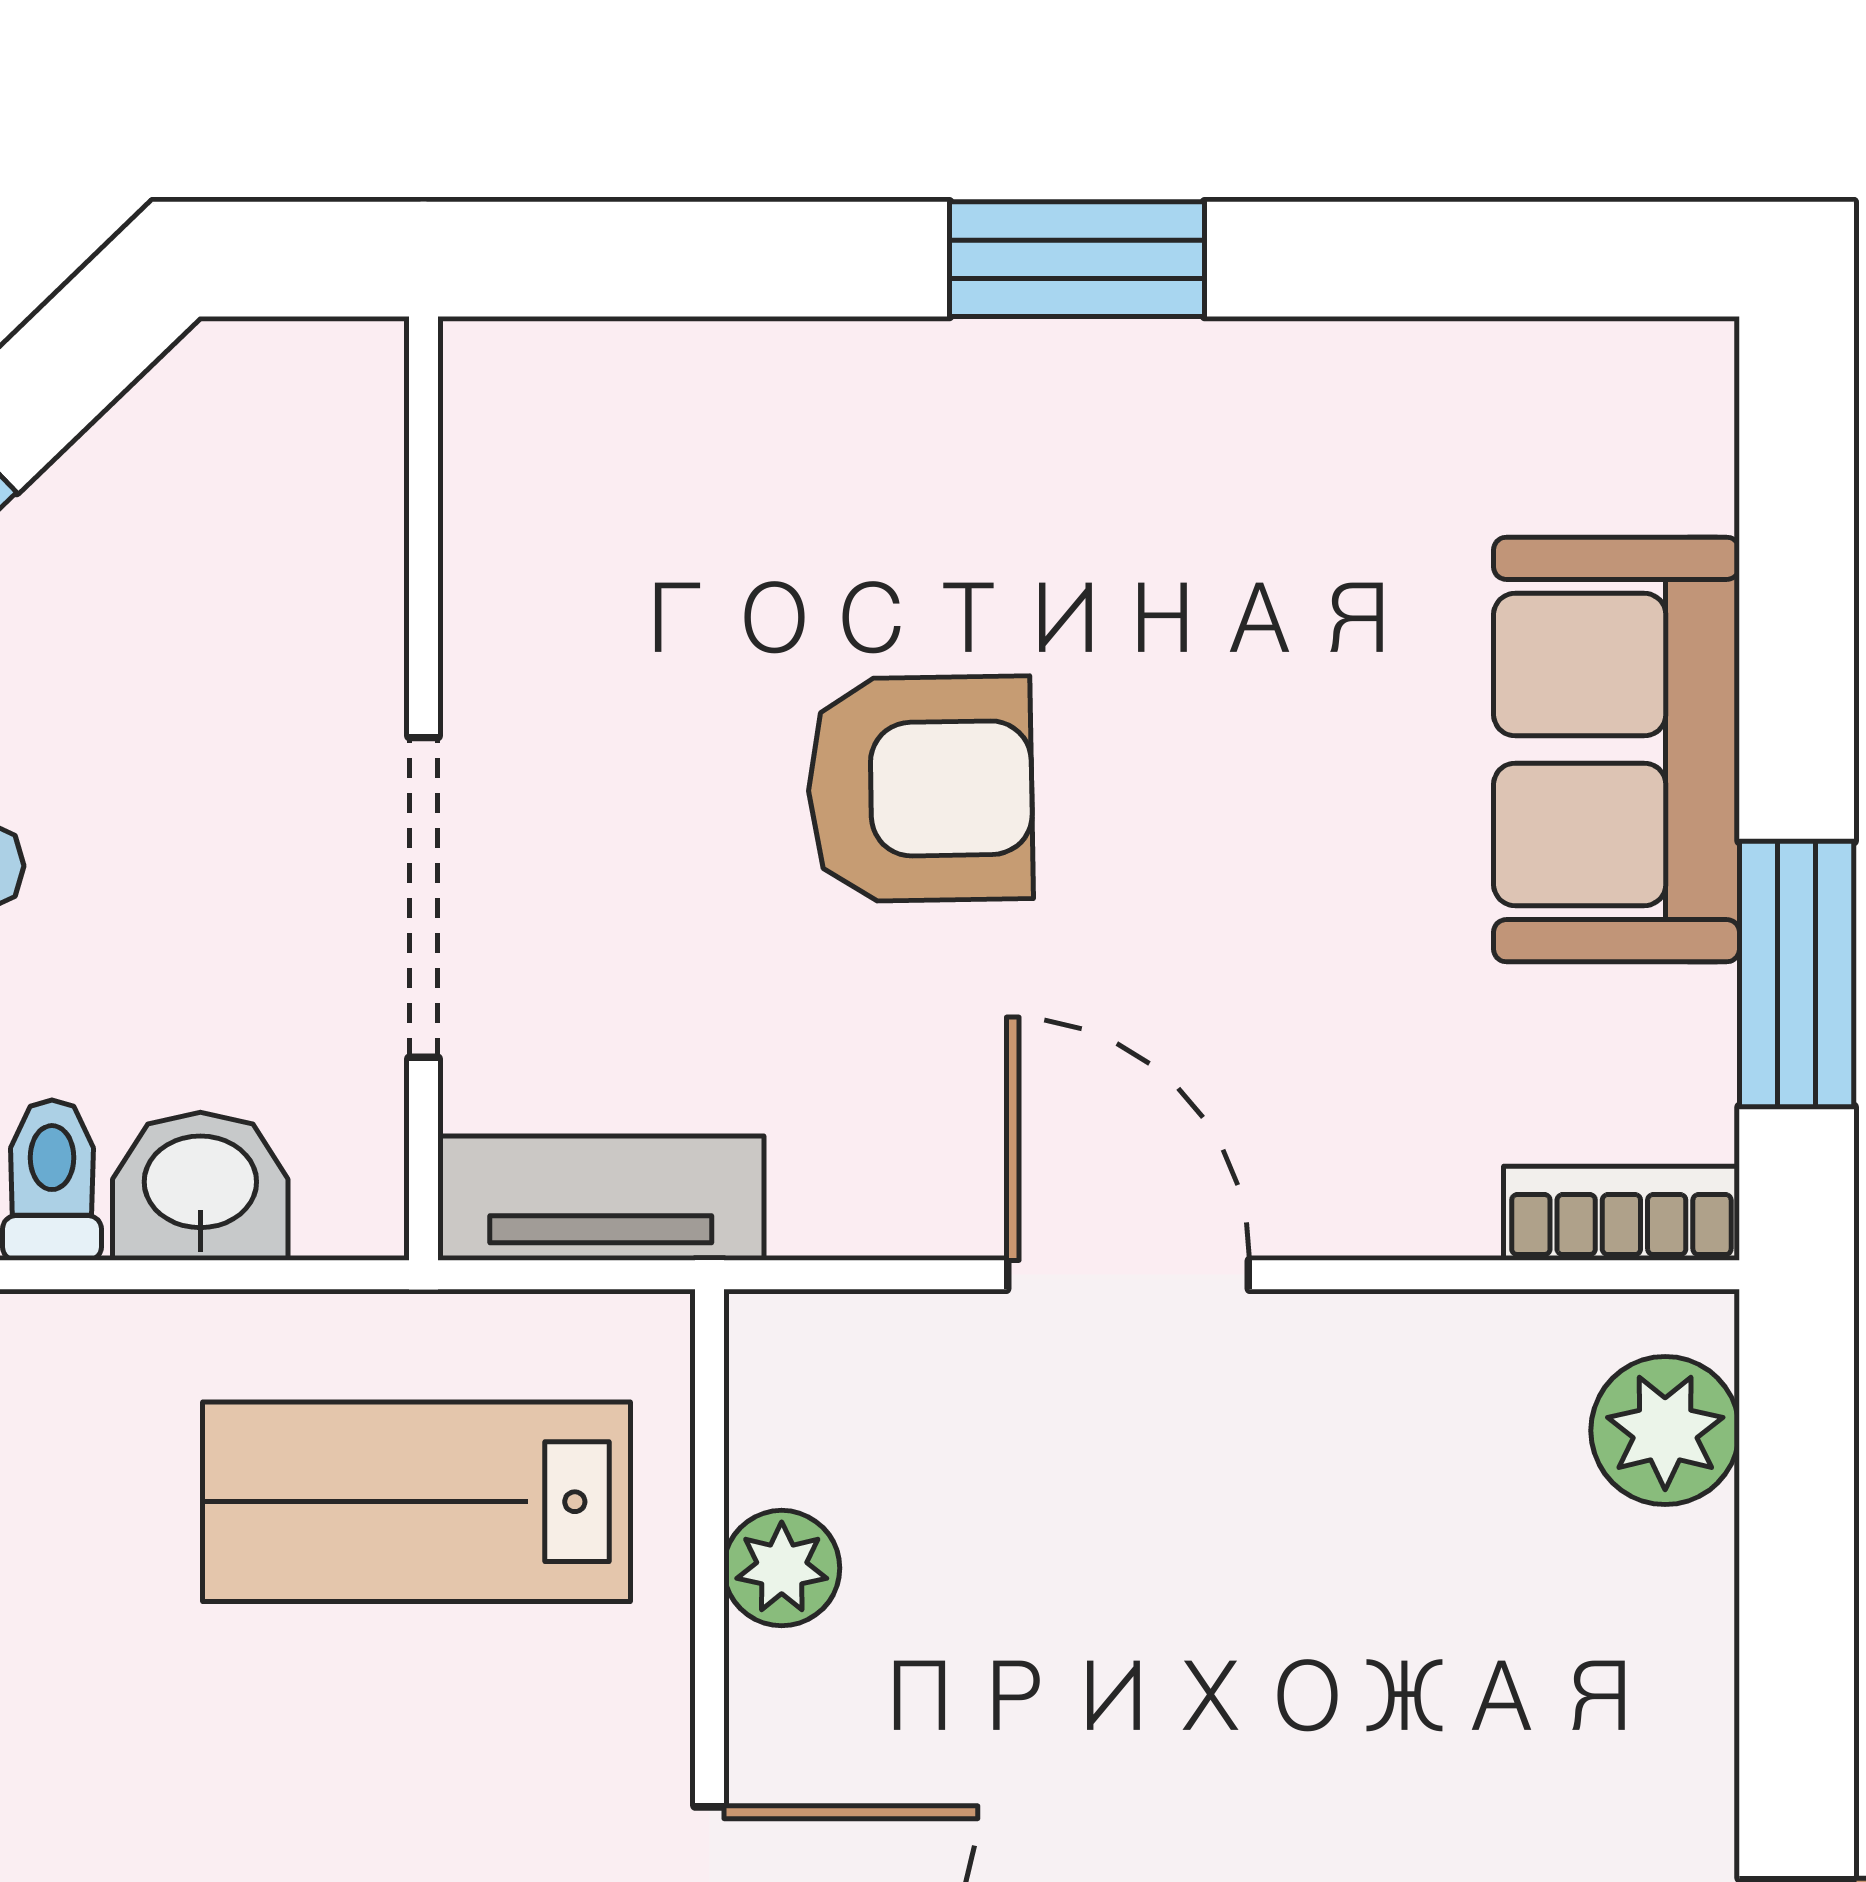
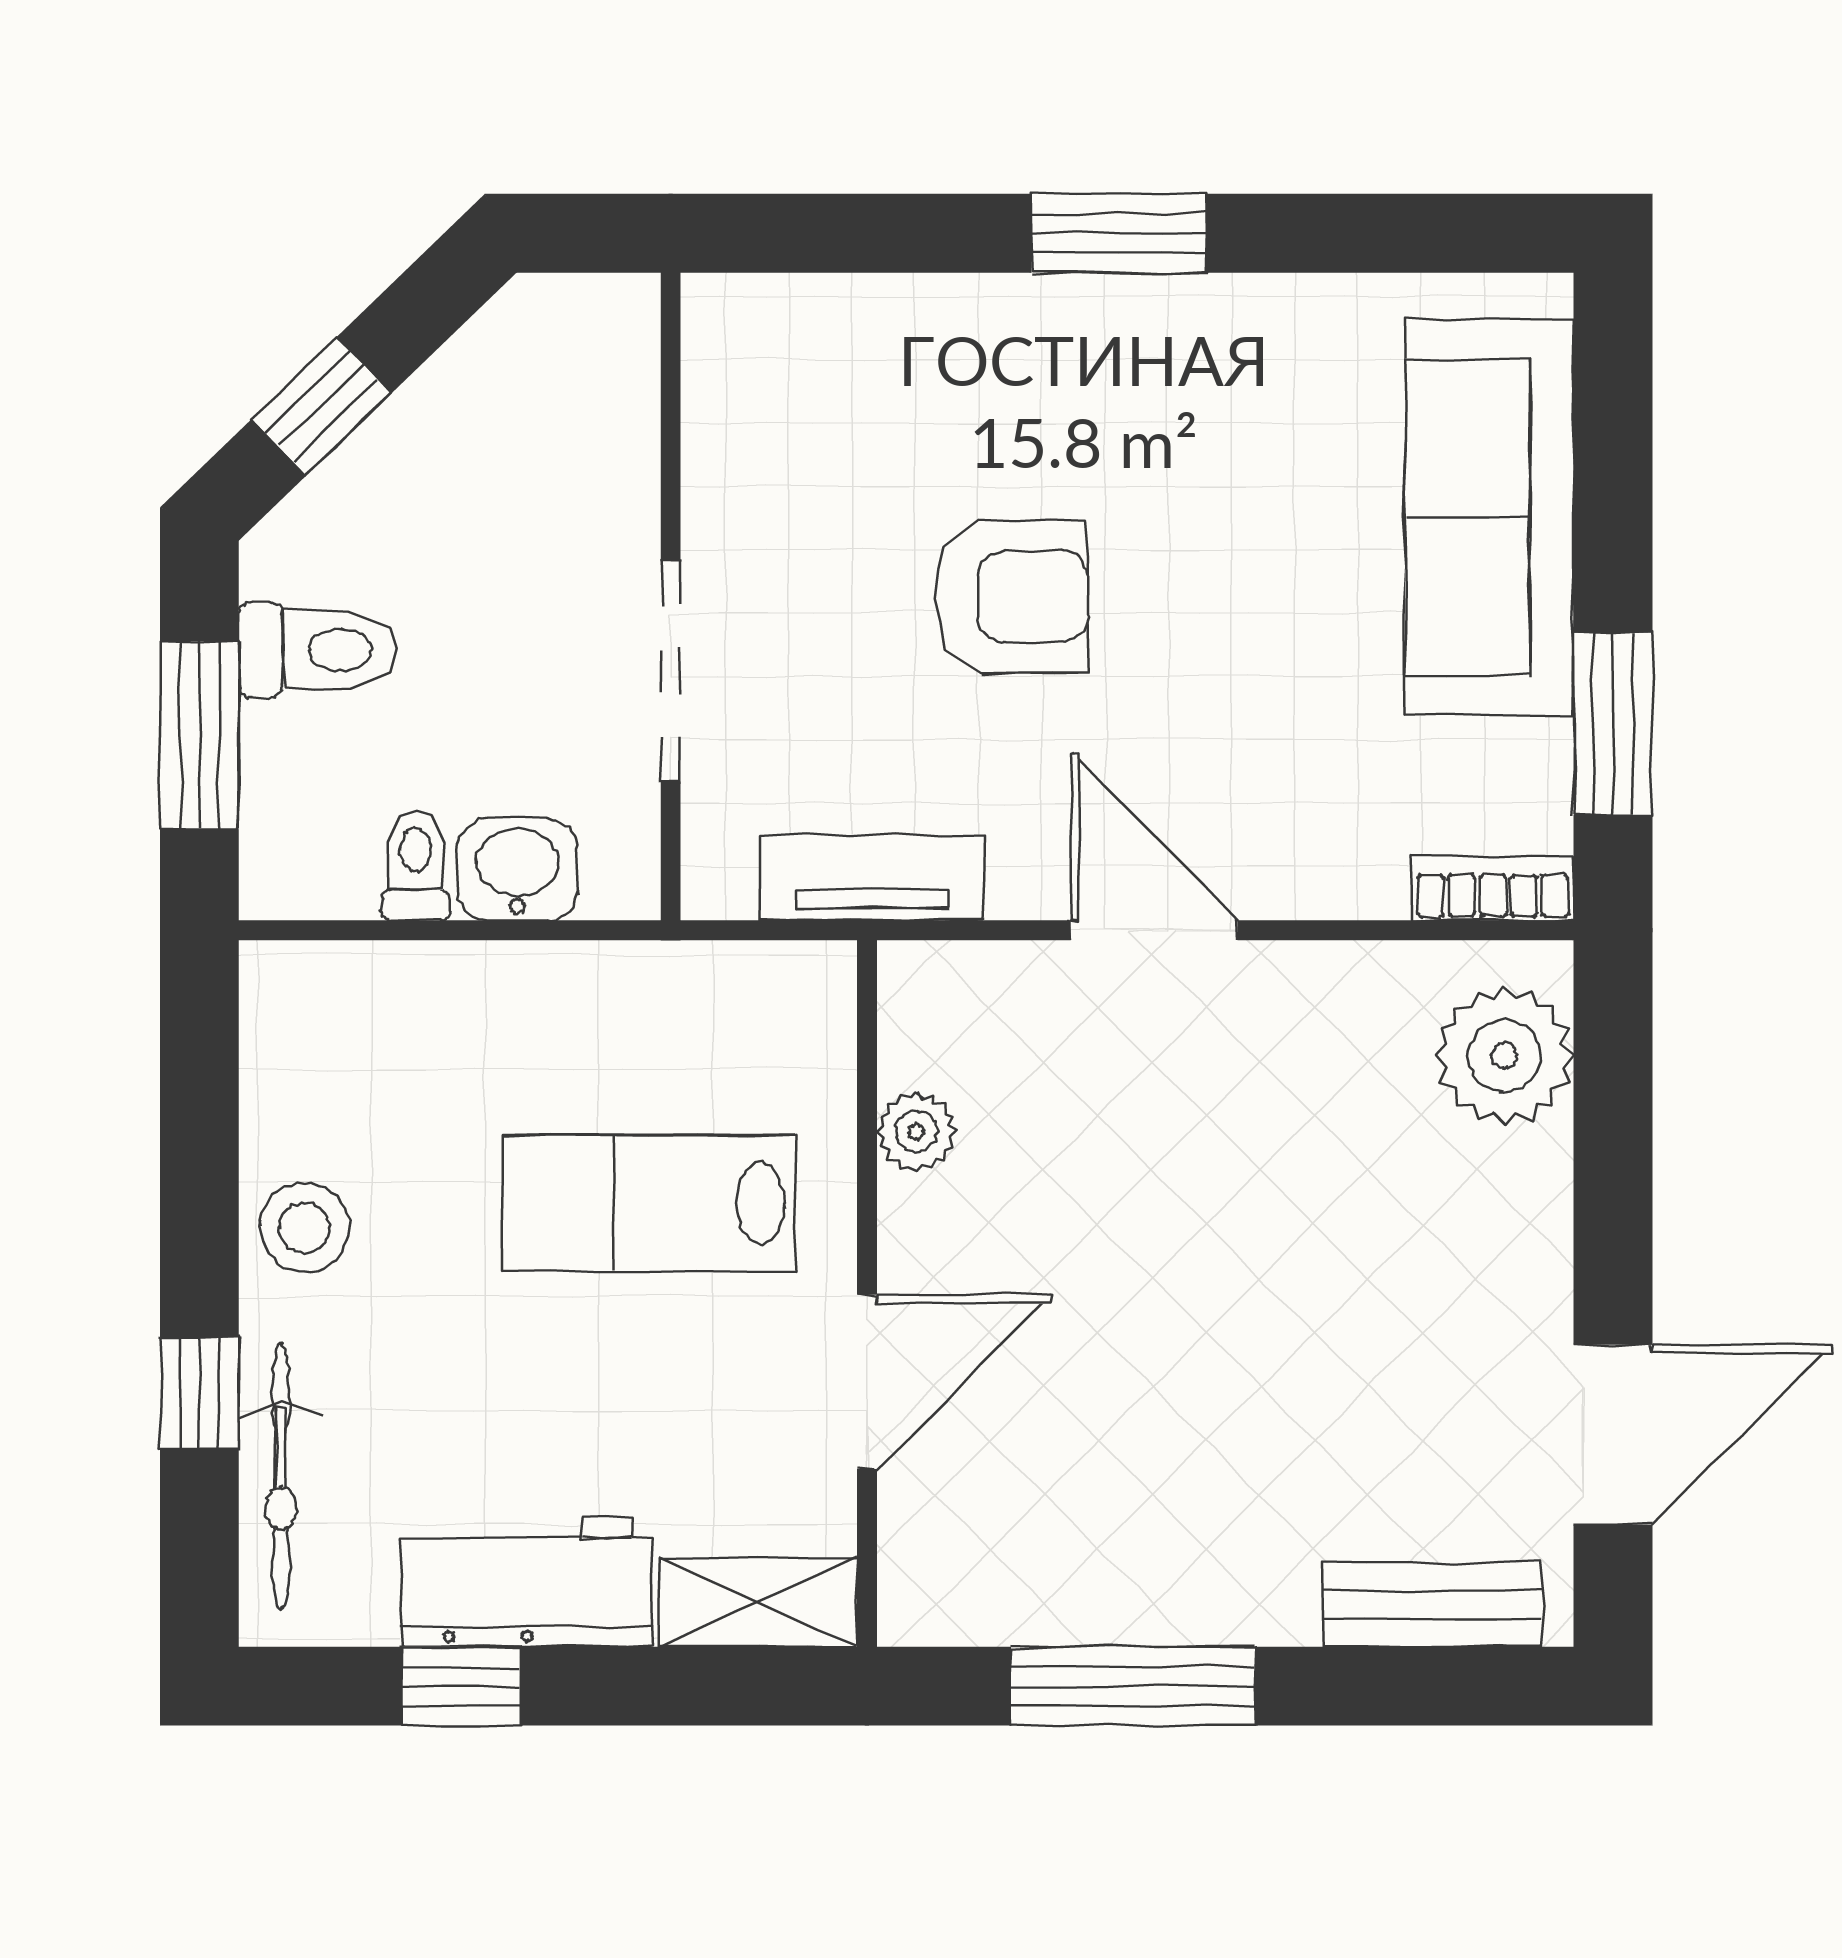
sofa: (1617, 749) -> (1489, 517), width x1.36
tv unit: (601, 1198) -> (872, 878), moved
plant: (1665, 1431) -> (1504, 1056), width x1.36, depth x1.36
lab bench: (417, 1502) -> (649, 1203), moved

